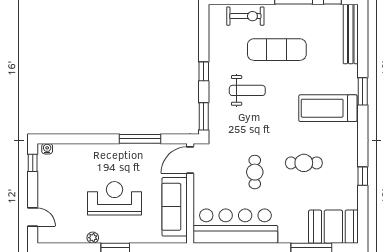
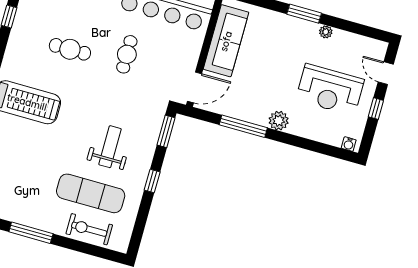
exercise mat: (277, 50) -> (91, 193), moved
weight bench: (247, 90) -> (110, 147), turned 90
plant: (112, 152) -> (279, 121), added
window: (33, 163) -> (376, 109), moved
reception desk: (114, 198) -> (330, 90), moved

